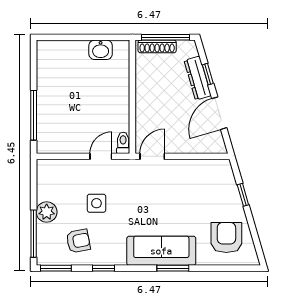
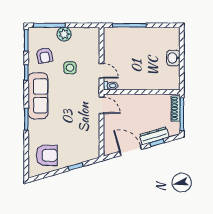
washbasin: (101, 50) -> (173, 58), moved
sofa: (161, 251) -> (38, 96), moved

